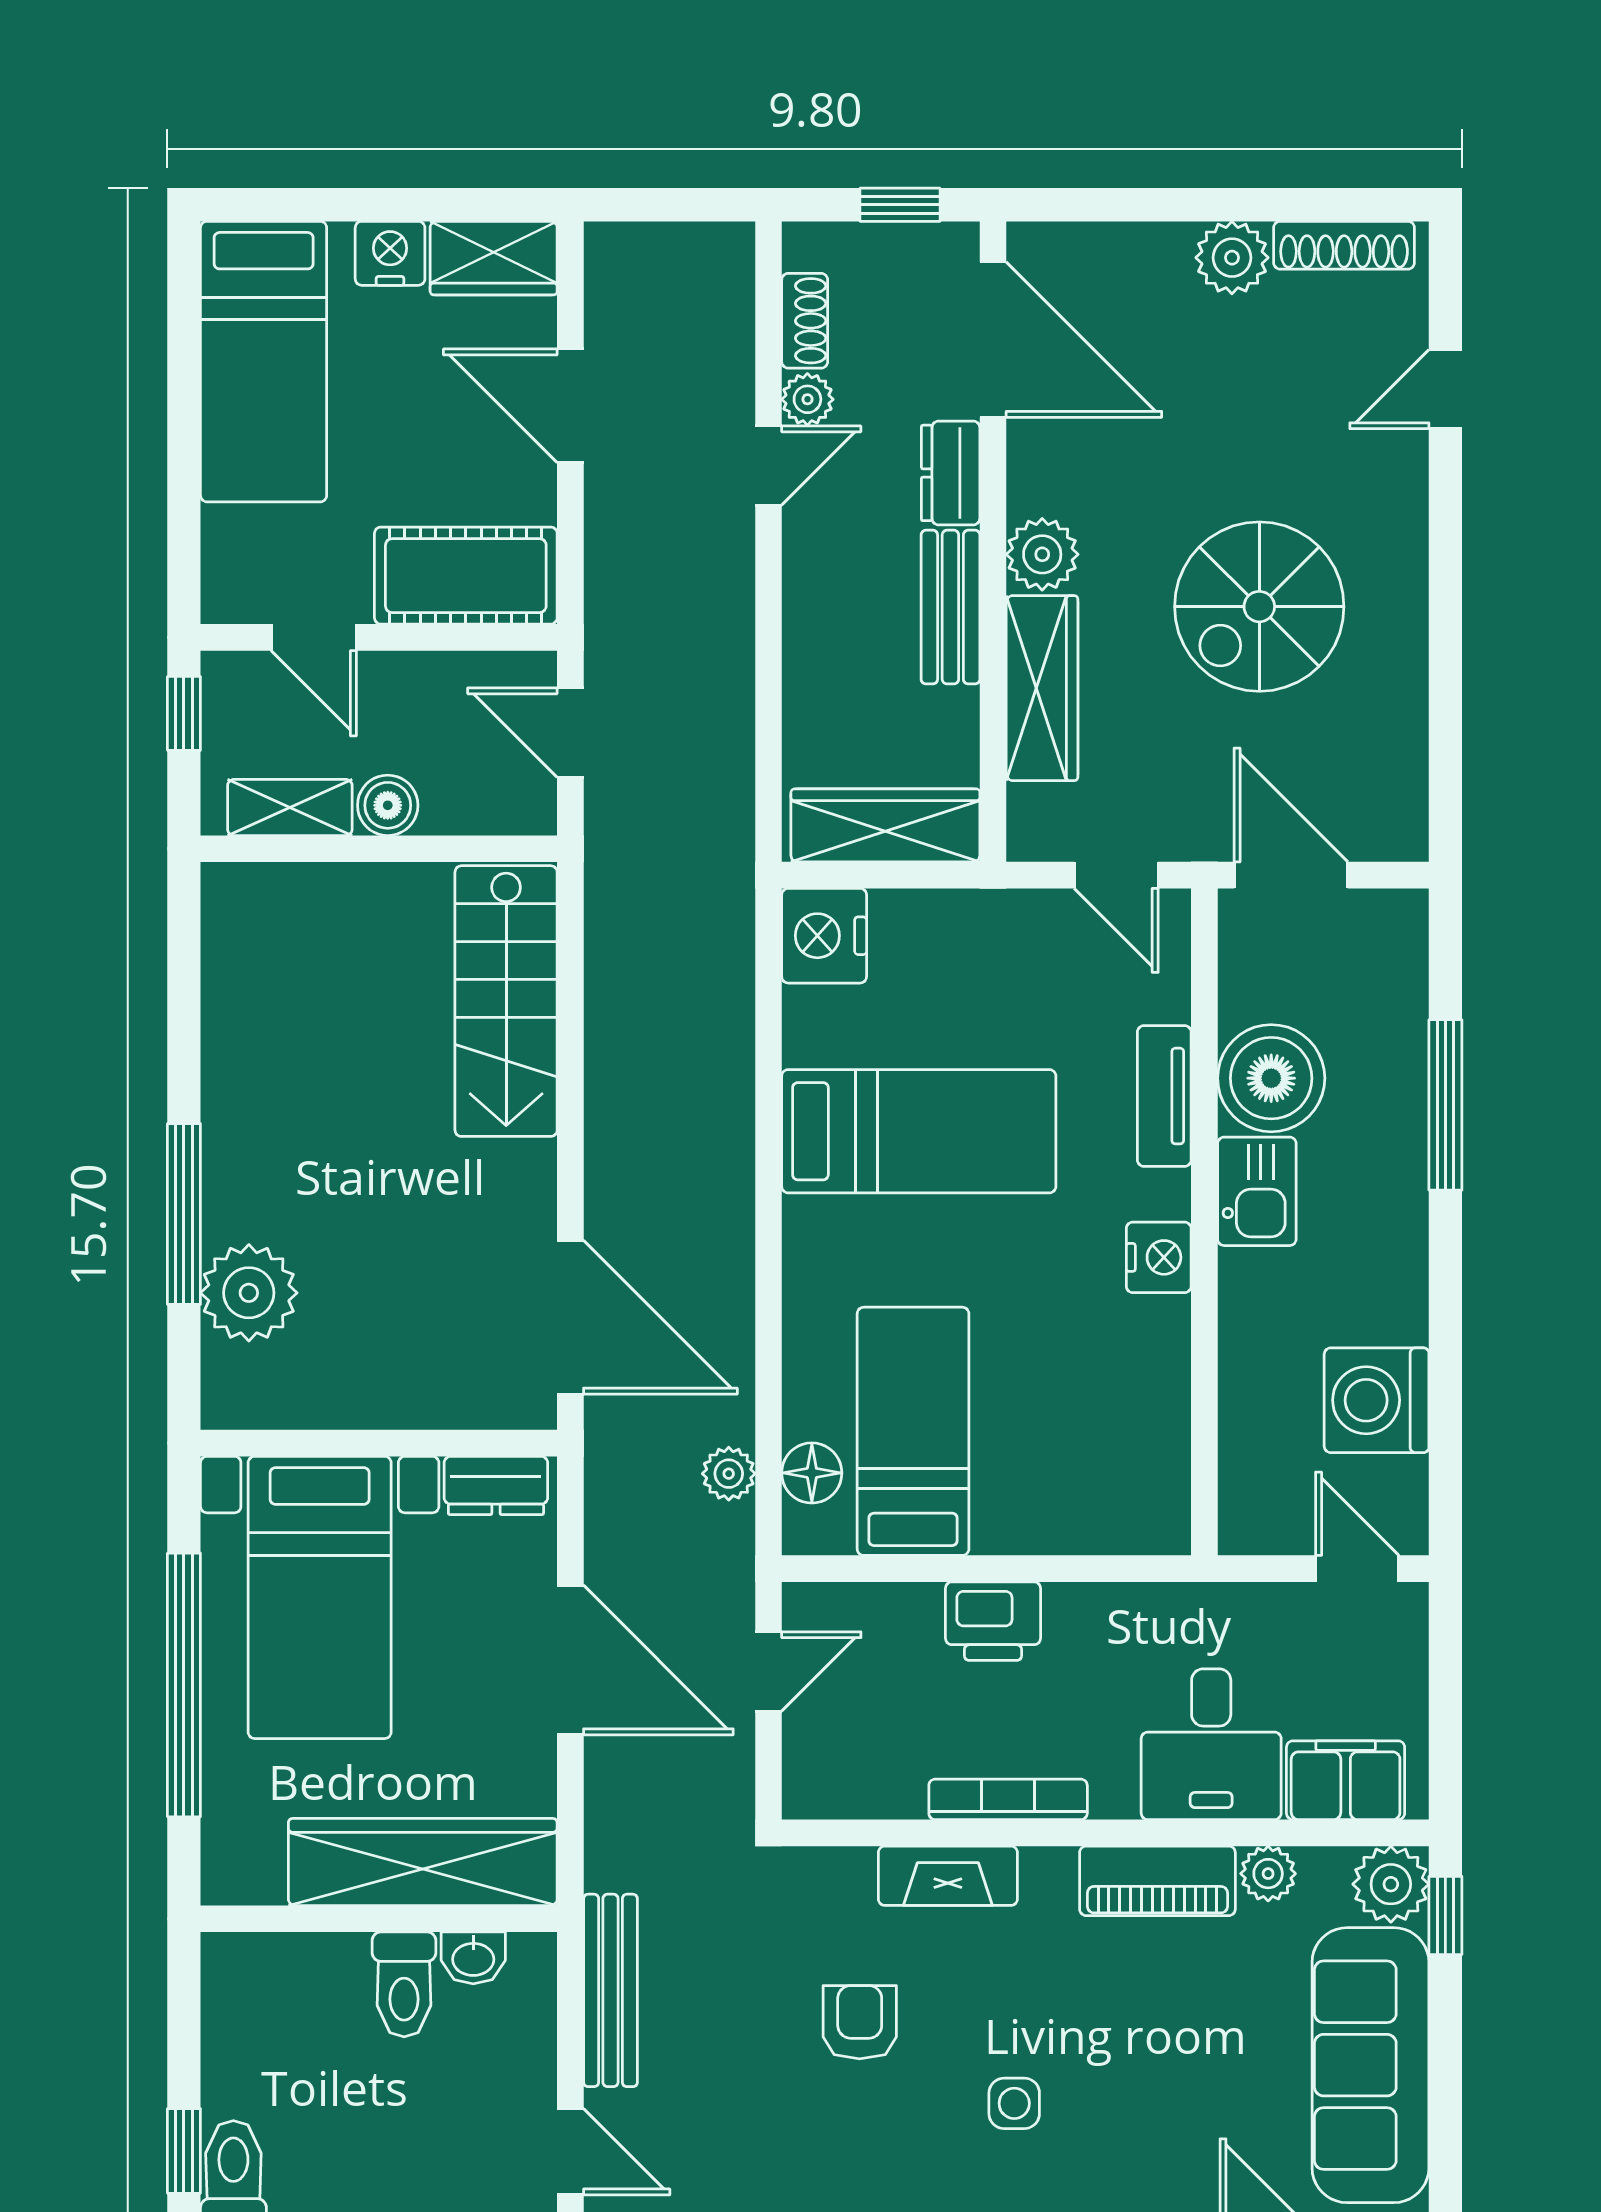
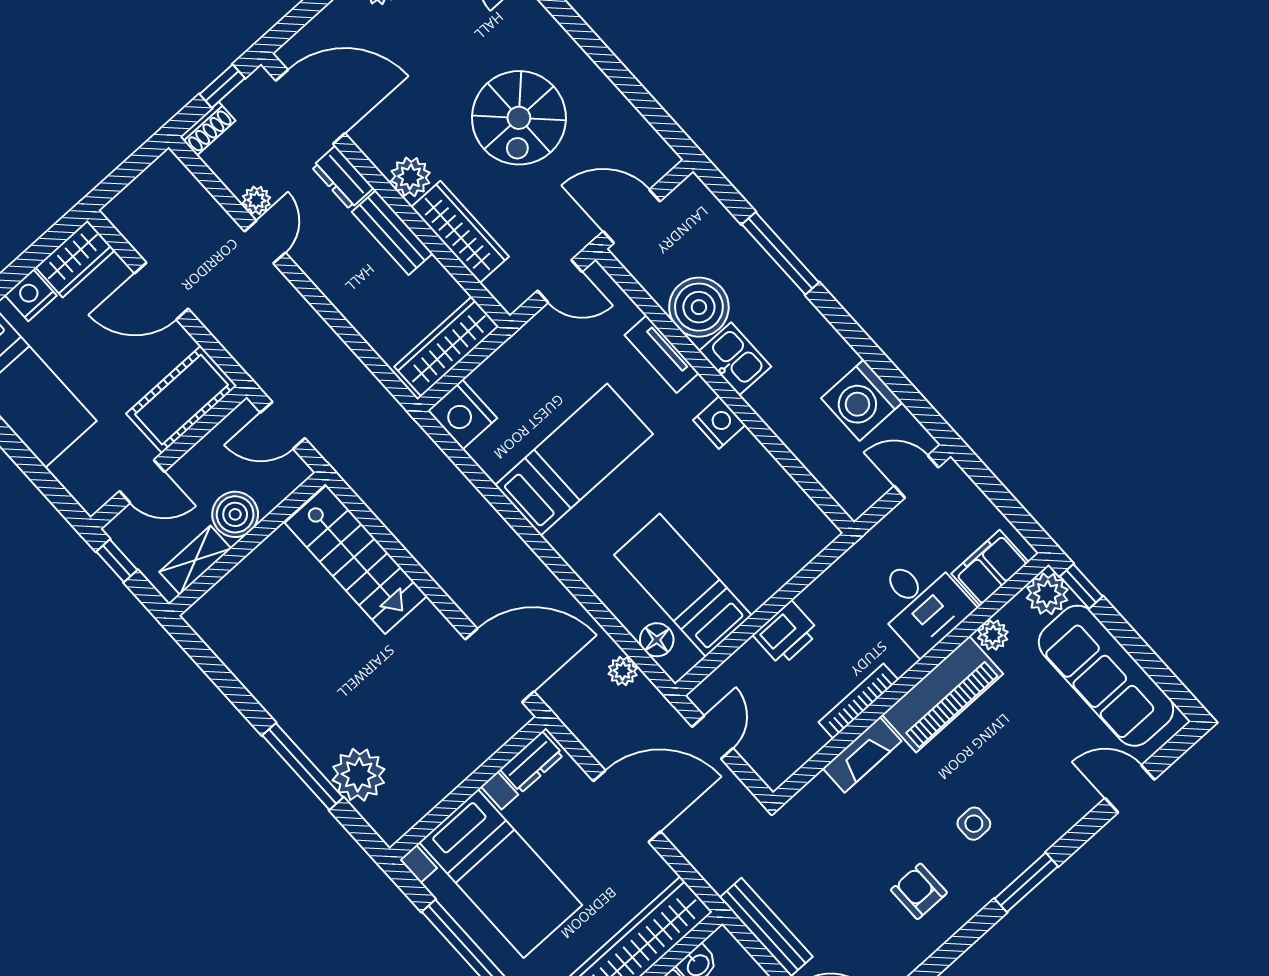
shoe rack: (805, 321) -> (208, 129), moved, turned 90
boiler: (388, 805) -> (235, 514), width x1.36, depth x1.36
piano: (1157, 1881) -> (943, 694), width x1.37, depth x1.33
armchair: (860, 2022) -> (919, 891), moved

